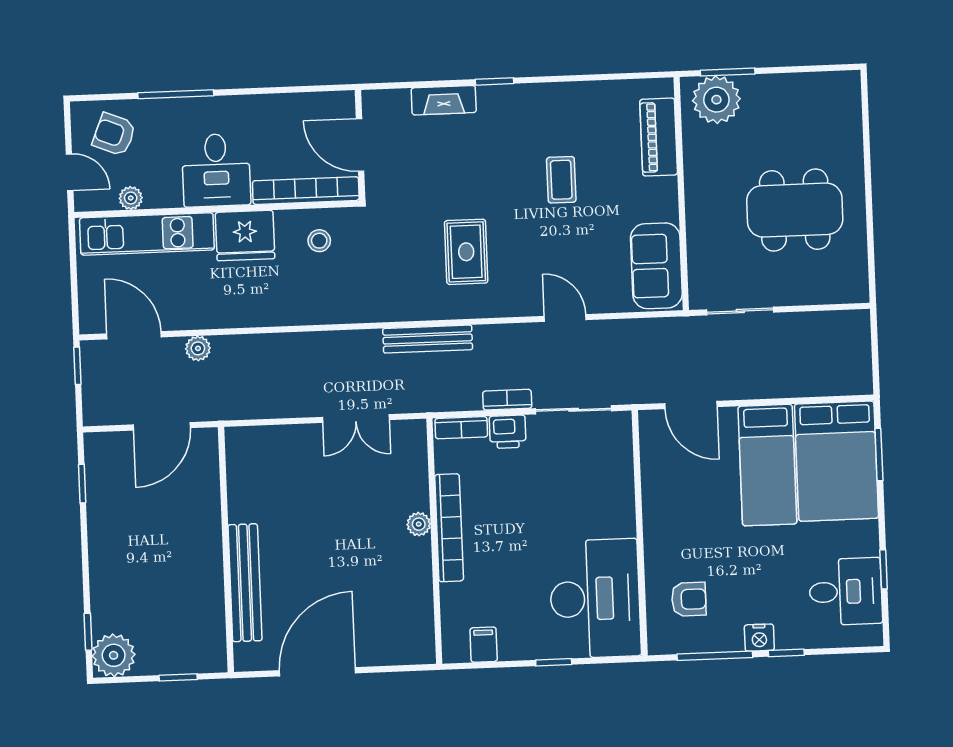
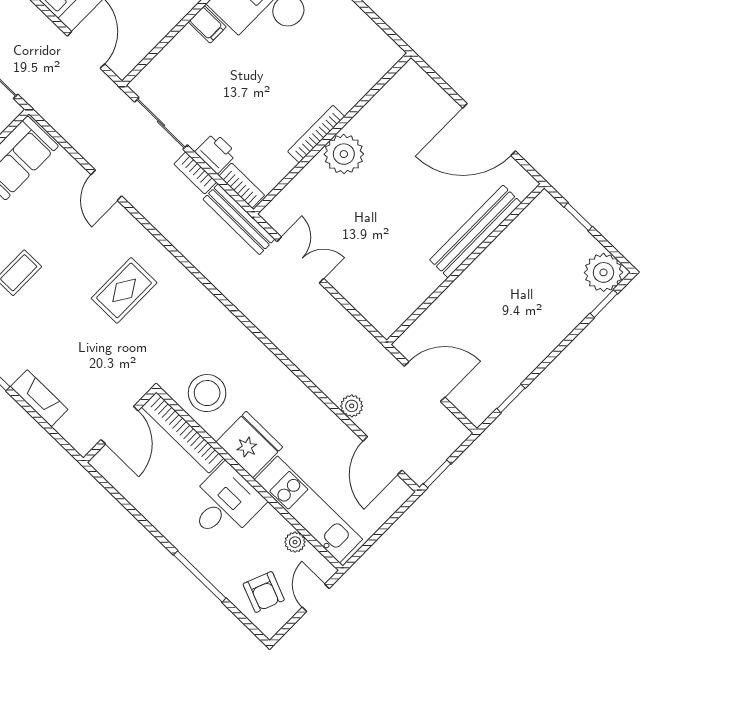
stool: (319, 241) -> (207, 393), width x1.89, depth x1.89
bench: (428, 339) -> (239, 219), moved
plant: (419, 524) -> (344, 154), width x1.88, depth x1.88
bookcase: (449, 528) -> (316, 134), width x0.68, depth x0.76
filing cabinet: (484, 645) -> (207, 24), moved, turned -90

